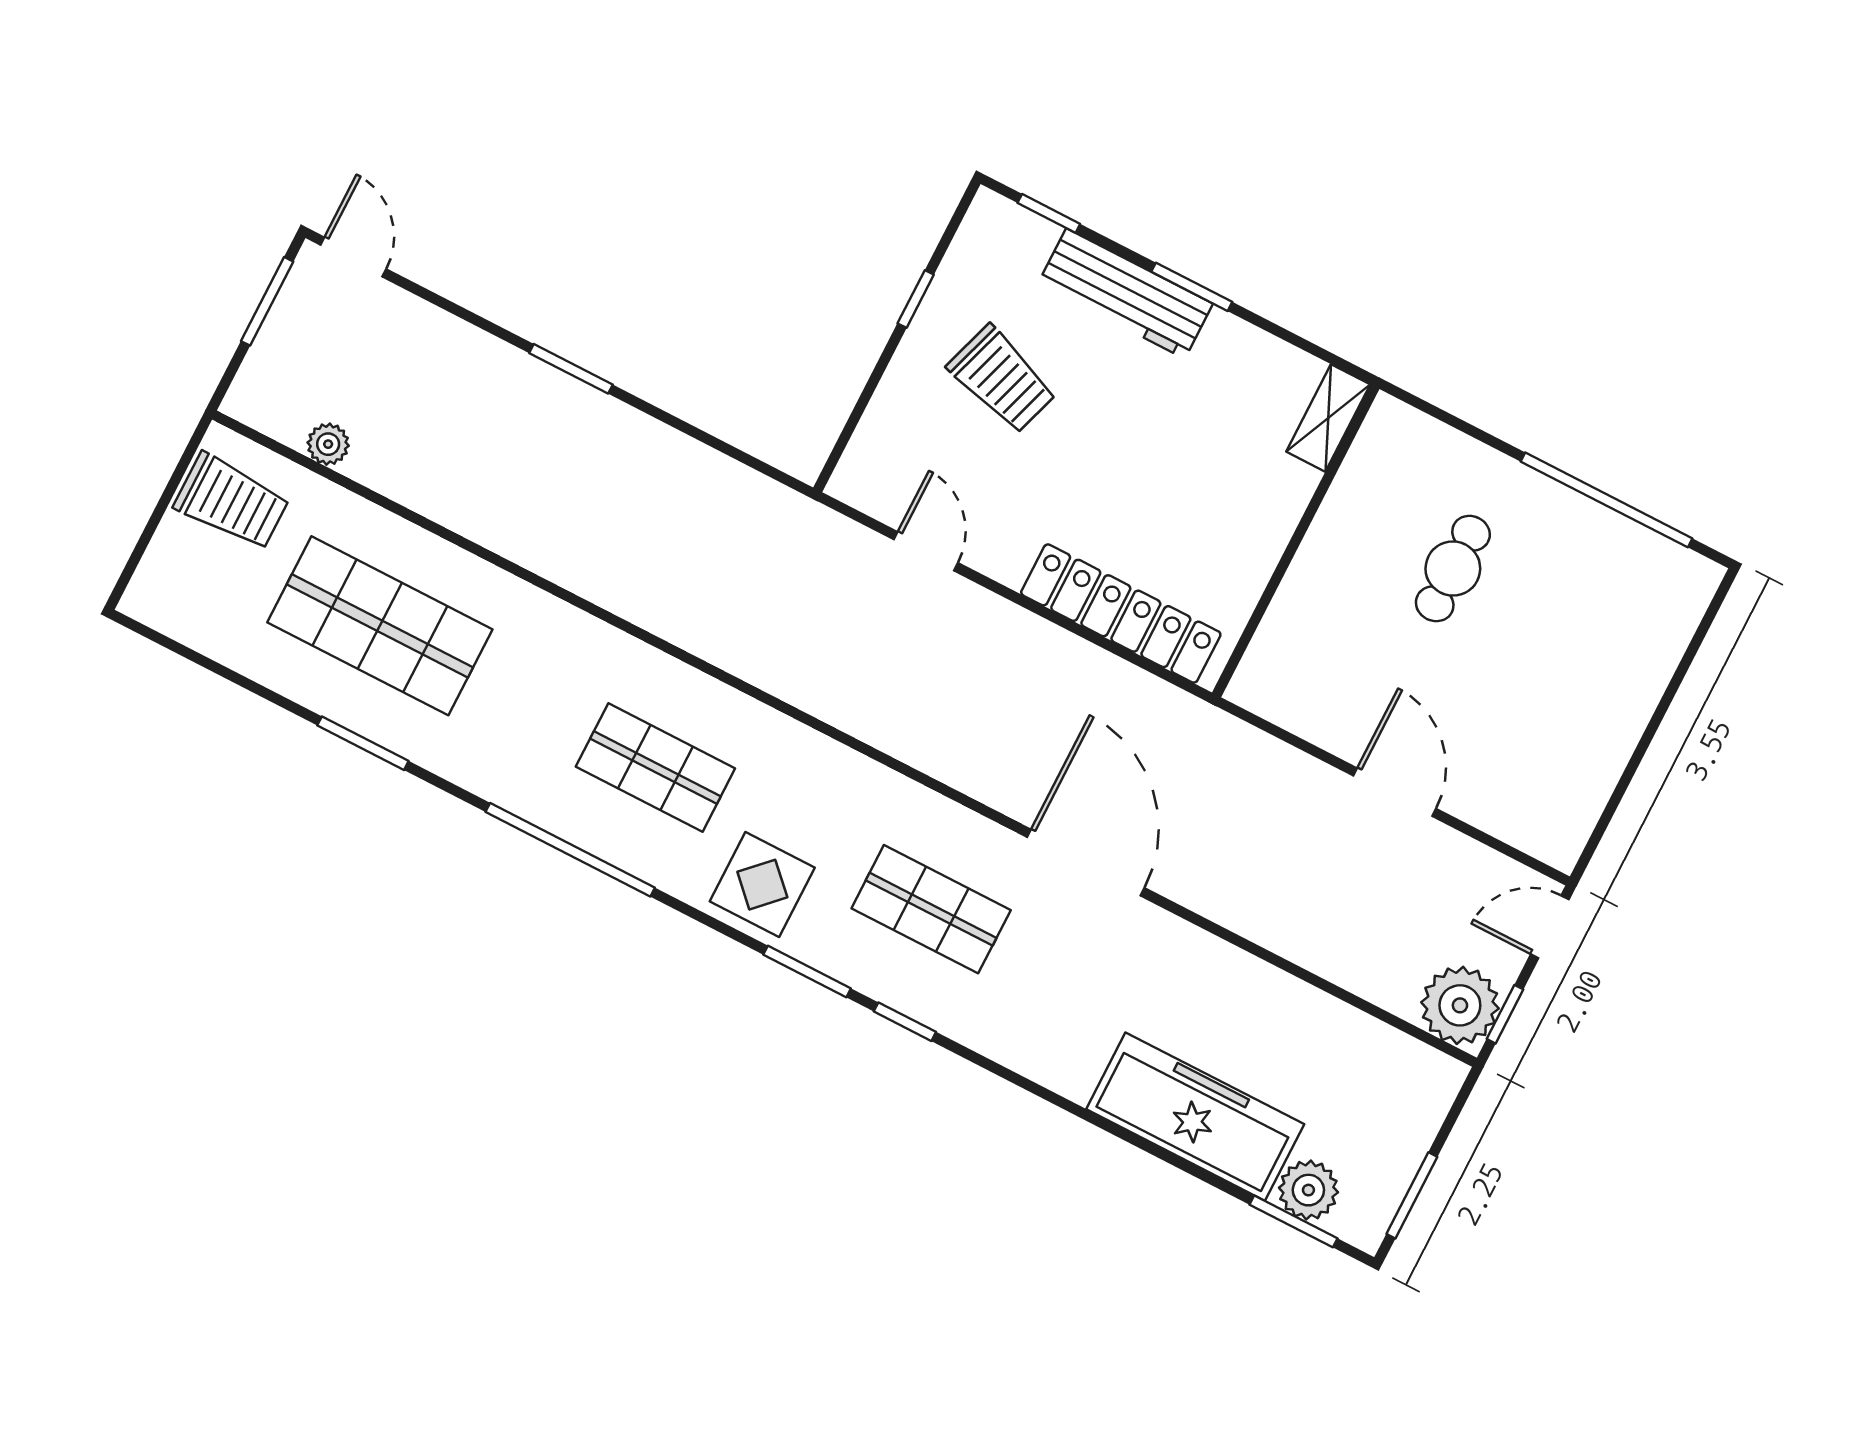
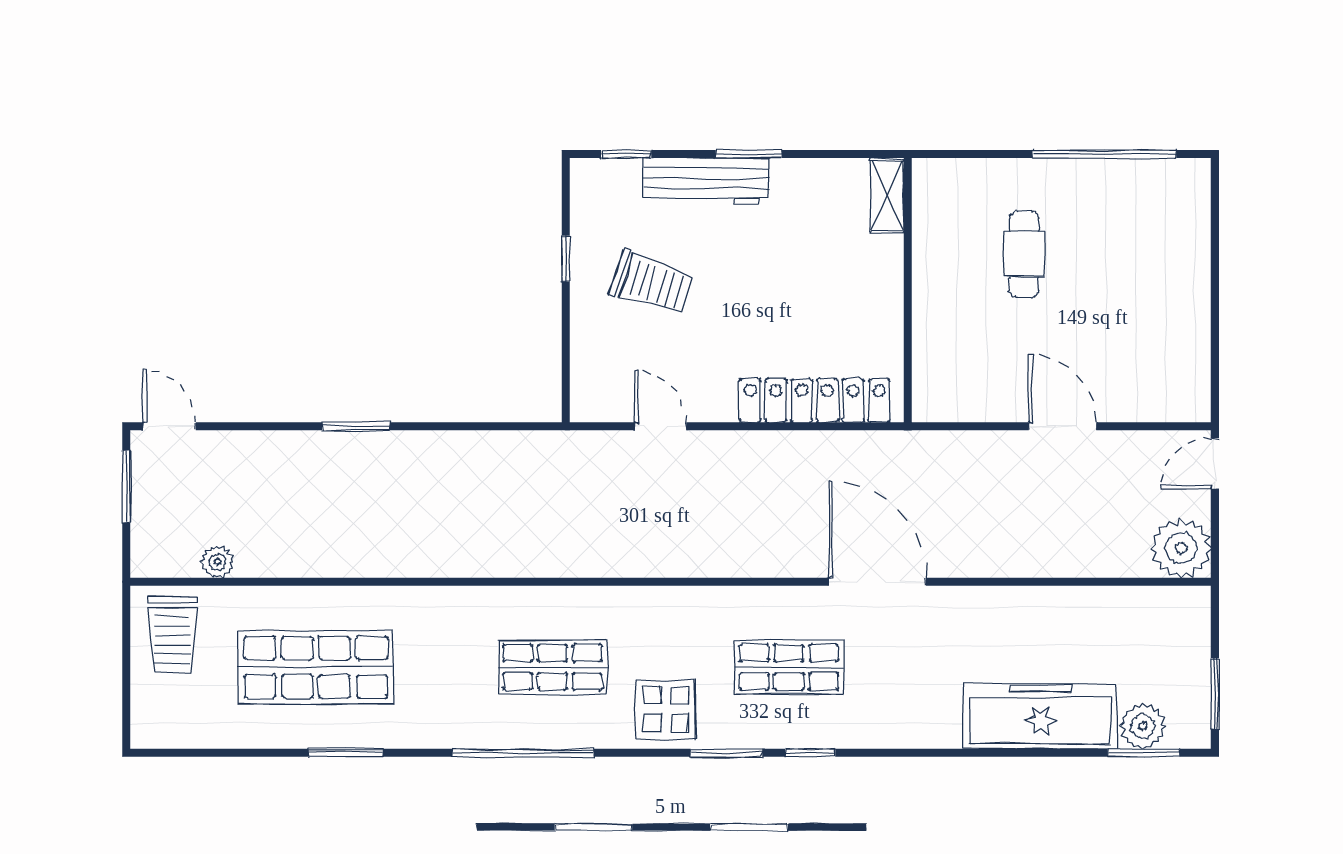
trolley: (232, 502) -> (172, 635), turned 90
window: (1505, 1014) -> (1215, 538), removed

